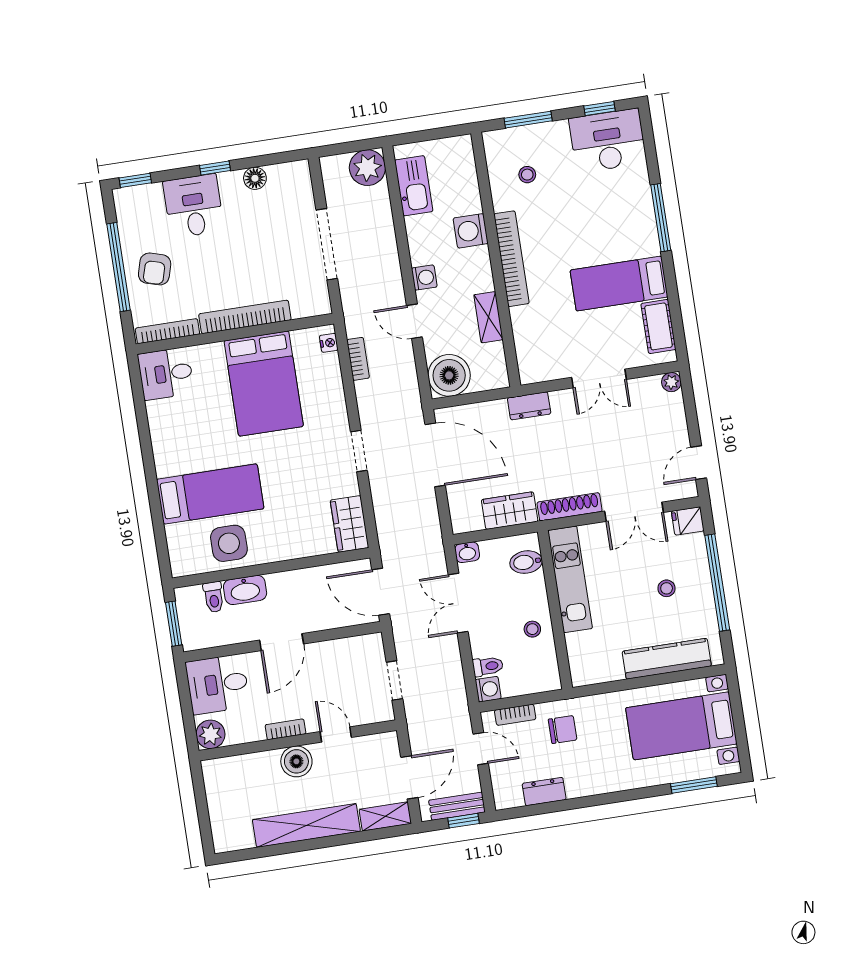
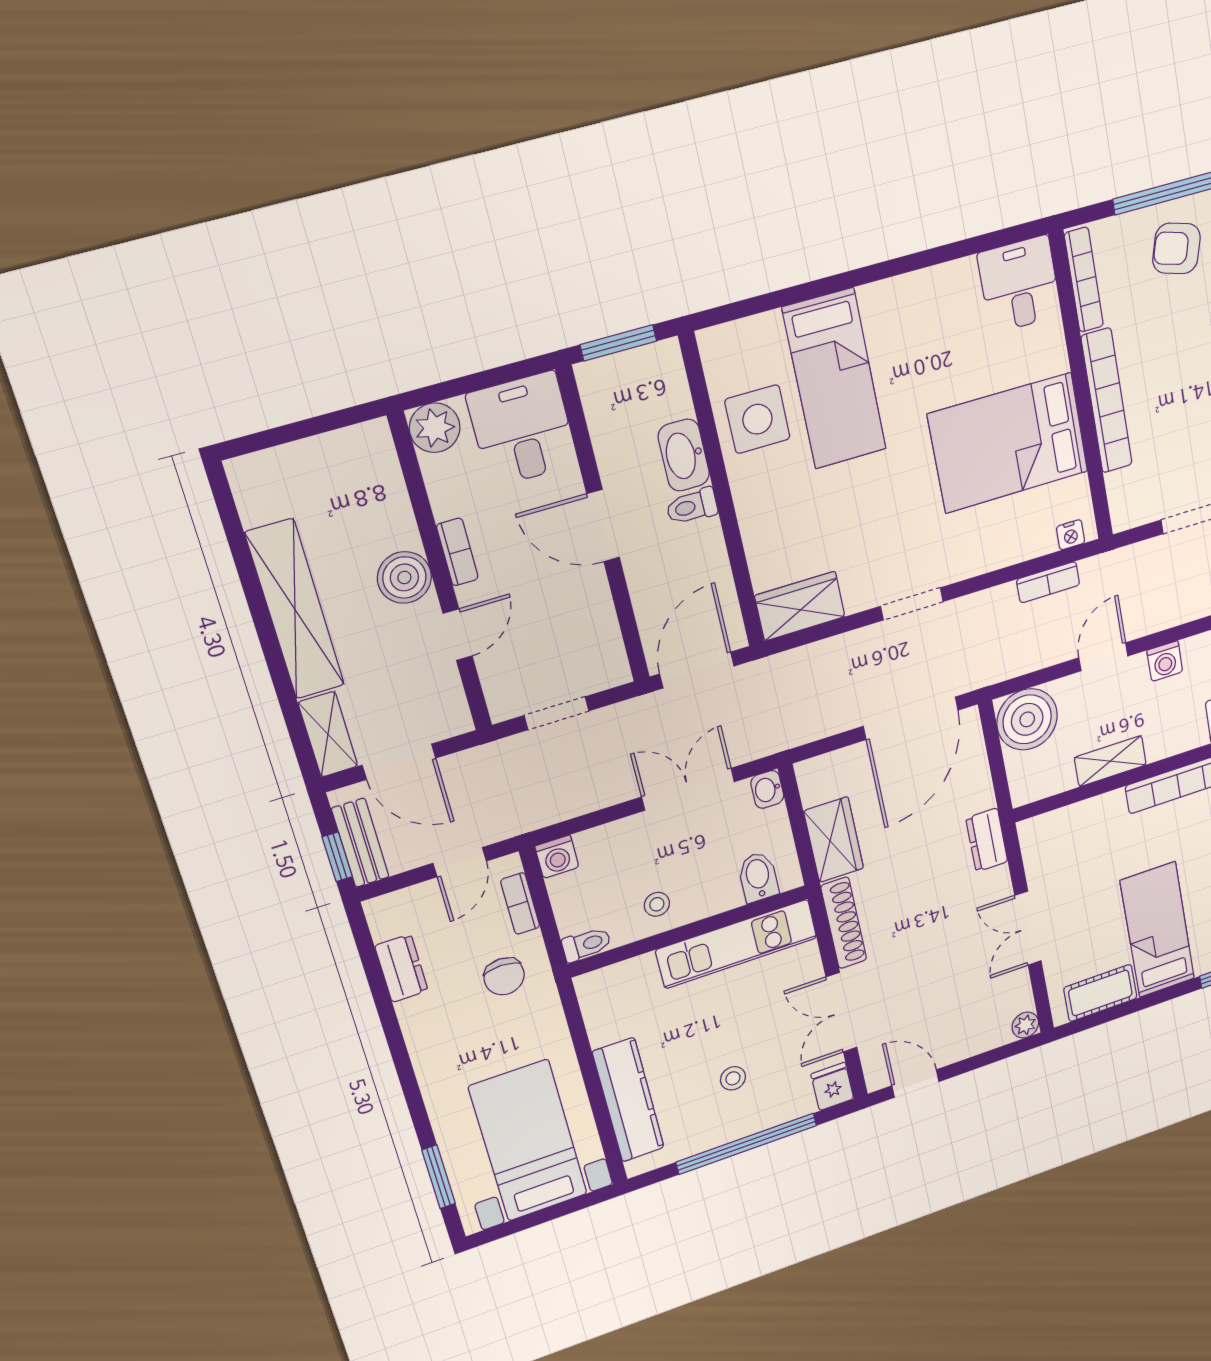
toilet: (214, 597) -> (692, 506), moved
toilet: (488, 666) -> (586, 944), moved, turned -90

